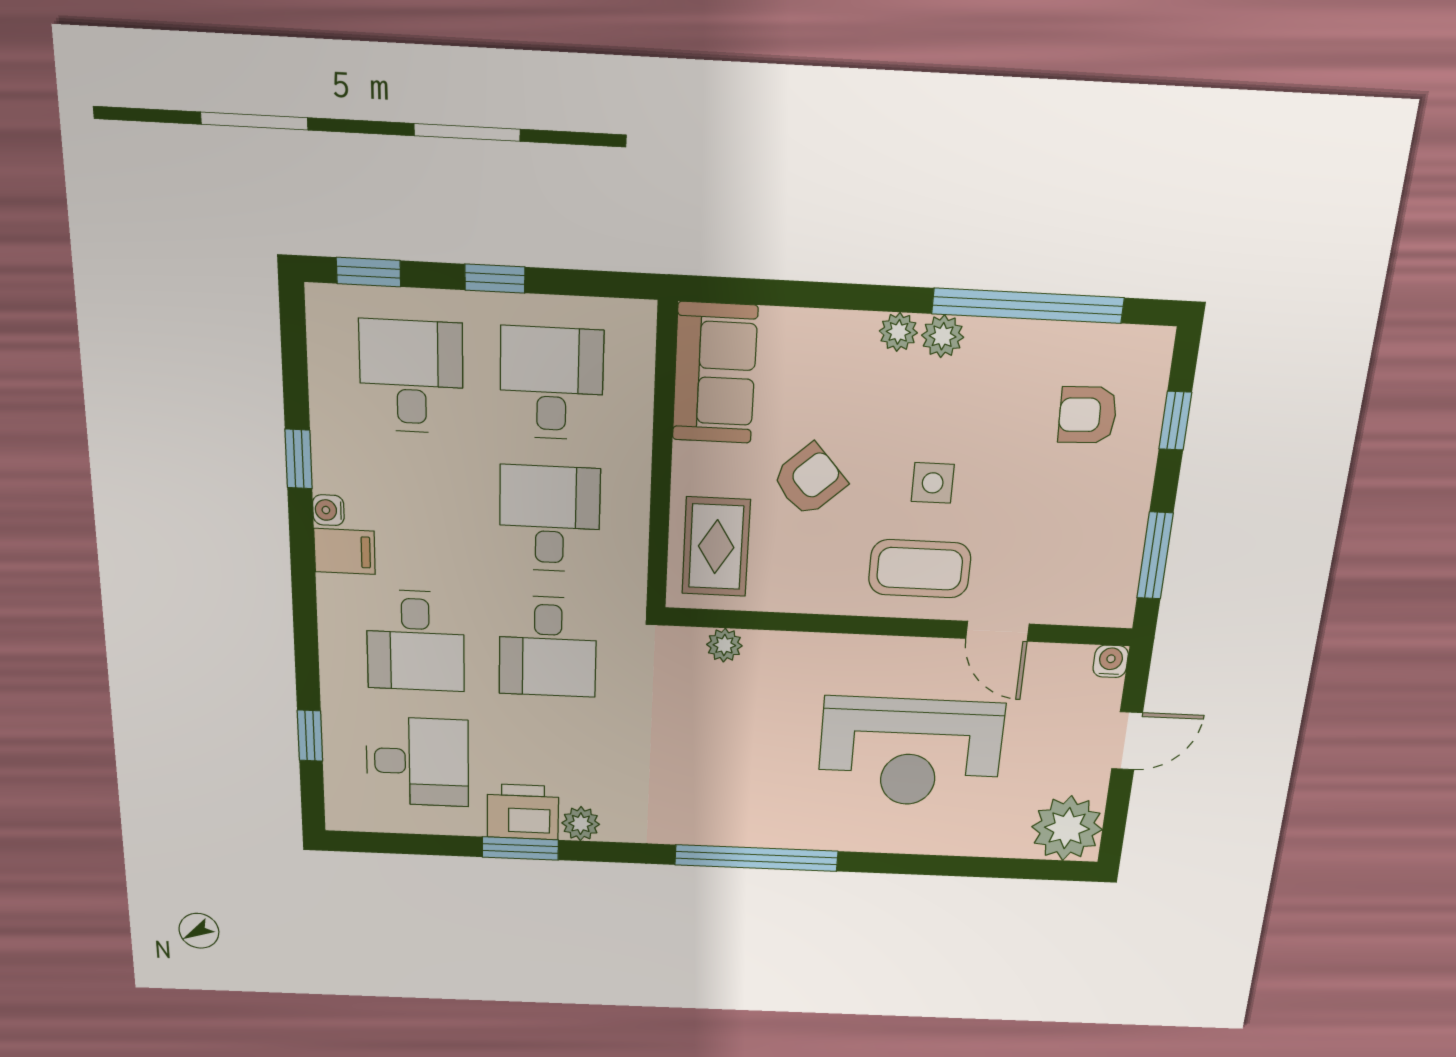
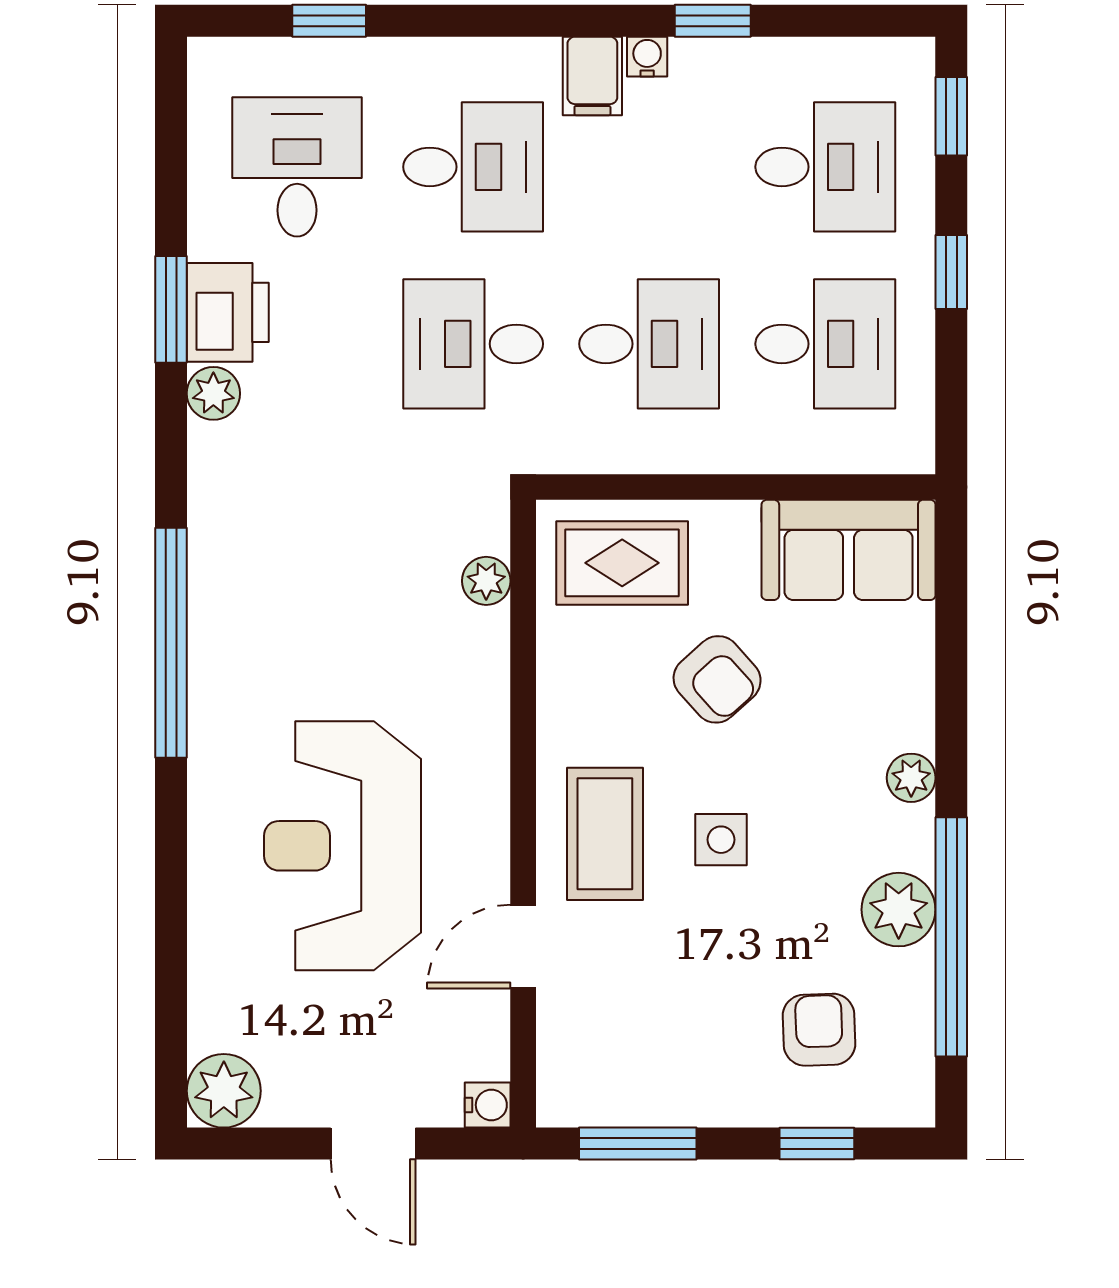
plant: (943, 336) -> (899, 910), moved, width x1.38, depth x1.38
desk: (416, 641) -> (473, 167), turned 180
desk: (418, 762) -> (297, 167), turned 180
plant: (1067, 828) -> (224, 1091), width x0.73, depth x0.73

